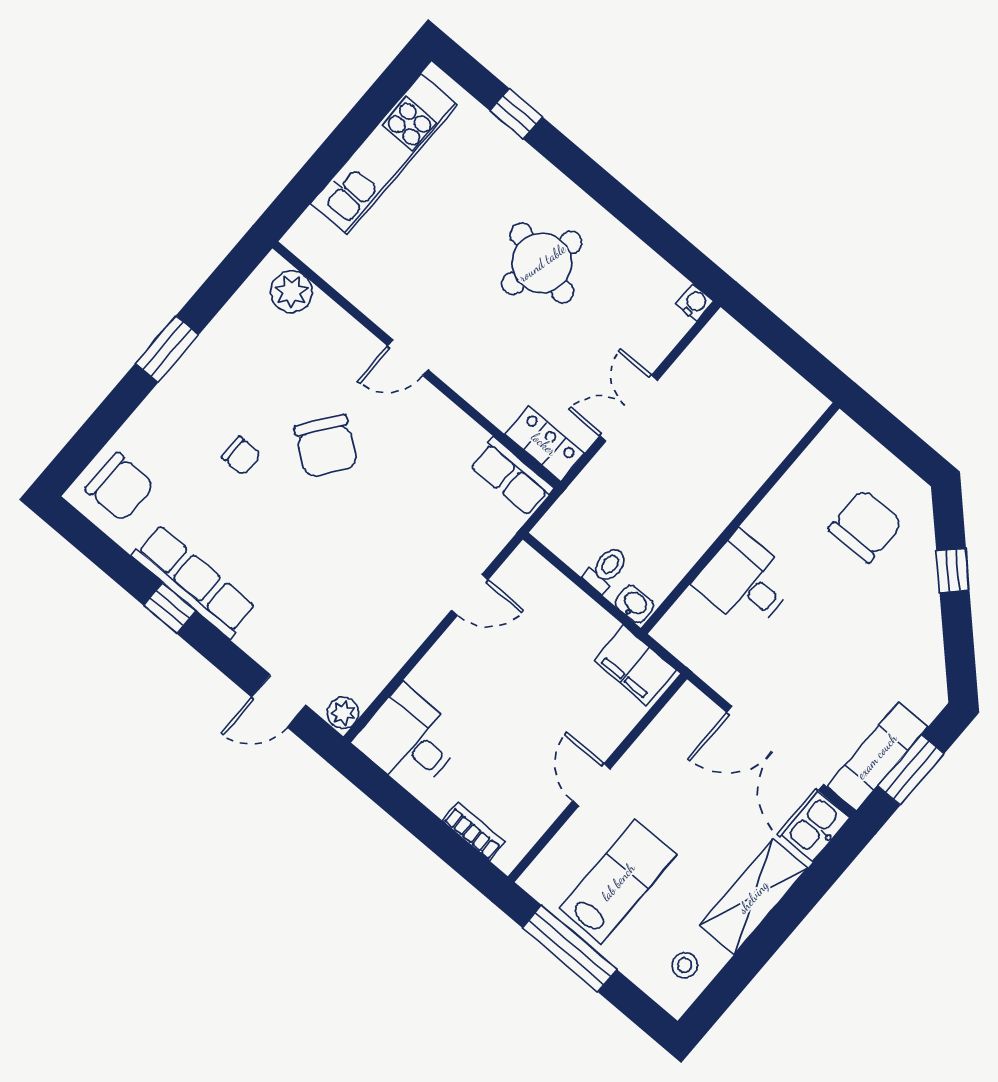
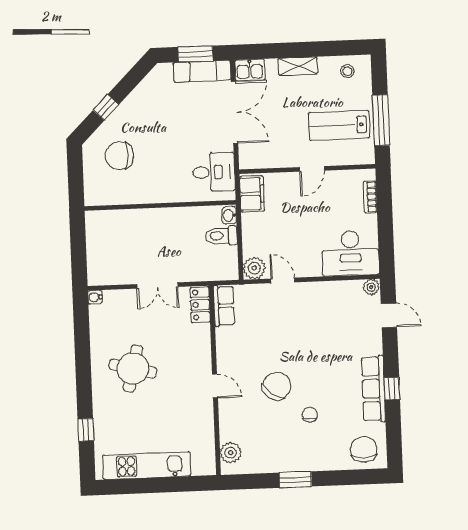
toilet: (606, 569) -> (221, 236), width x1.37, depth x1.39
plant: (525, 570) -> (254, 268), added
desk: (745, 582) -> (214, 172), moved, turned -90
desk: (409, 740) -> (350, 253), width x1.37
shelving: (753, 897) -> (298, 66), width x0.67, depth x0.75

